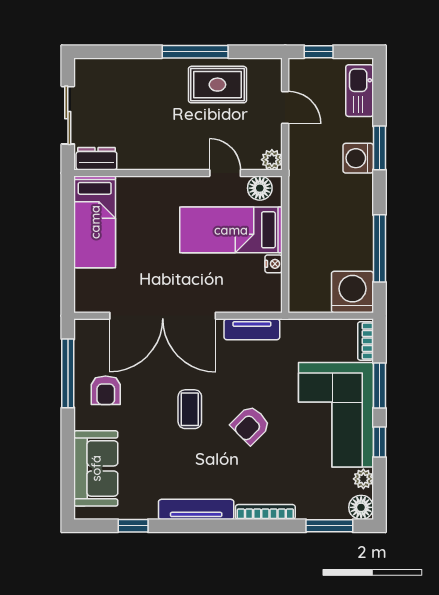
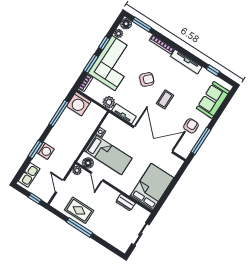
dresser: (96, 159) -> (126, 202), moved
bed: (95, 222) -> (152, 187), width x1.50
plant: (296, 333) -> (109, 102), added

